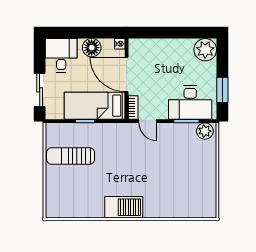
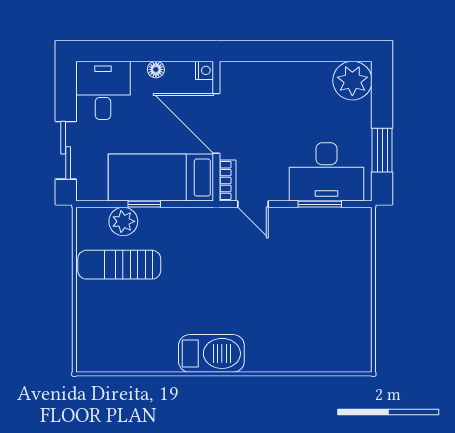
floor lamp: (92, 48) -> (156, 70), width x0.53, depth x0.53
plant: (205, 131) -> (123, 221), moved

